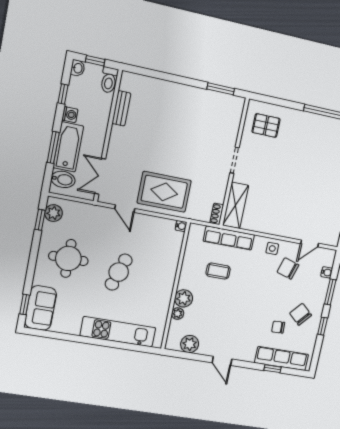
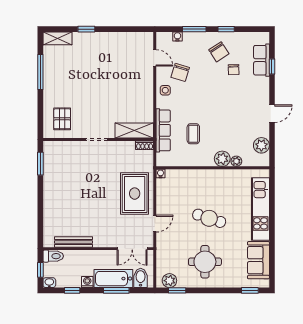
bench: (121, 108) -> (74, 242), width x1.36
sofa: (41, 308) -> (258, 260), moved, turned -90
chair: (301, 314) -> (219, 52), turned -74
row of seats: (282, 359) -> (262, 60), width x0.68

